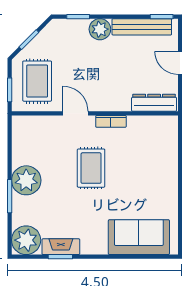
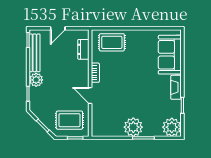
dresser: (154, 103) -> (83, 49), width x0.70
door: (75, 113) -> (90, 95), hinge flipped
rug: (91, 168) -> (112, 42), moved
fireplace: (61, 247) -> (176, 87), moved

